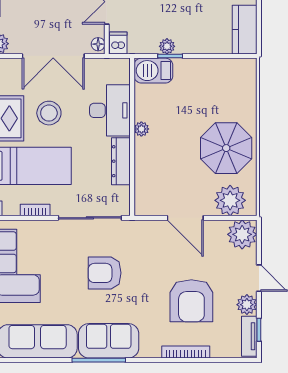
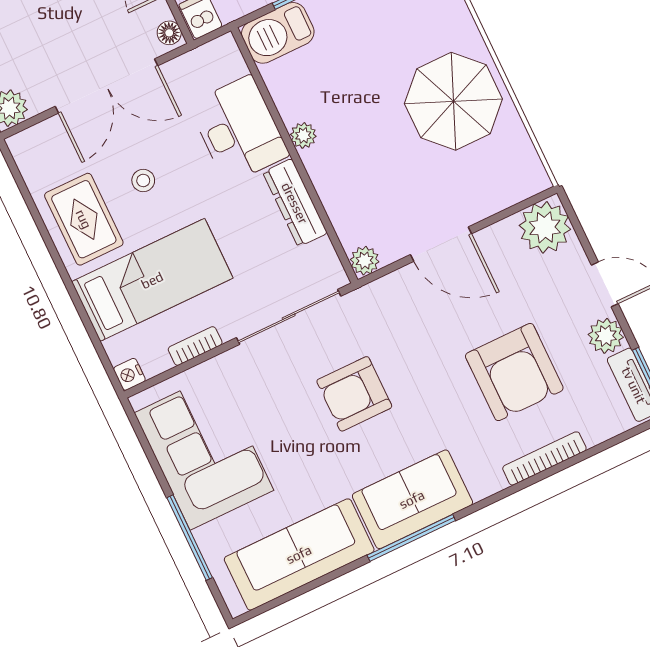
stool: (49, 113) -> (143, 180), width x0.53, depth x0.53
plant: (230, 200) -> (365, 261), moved, width x0.53, depth x0.53

